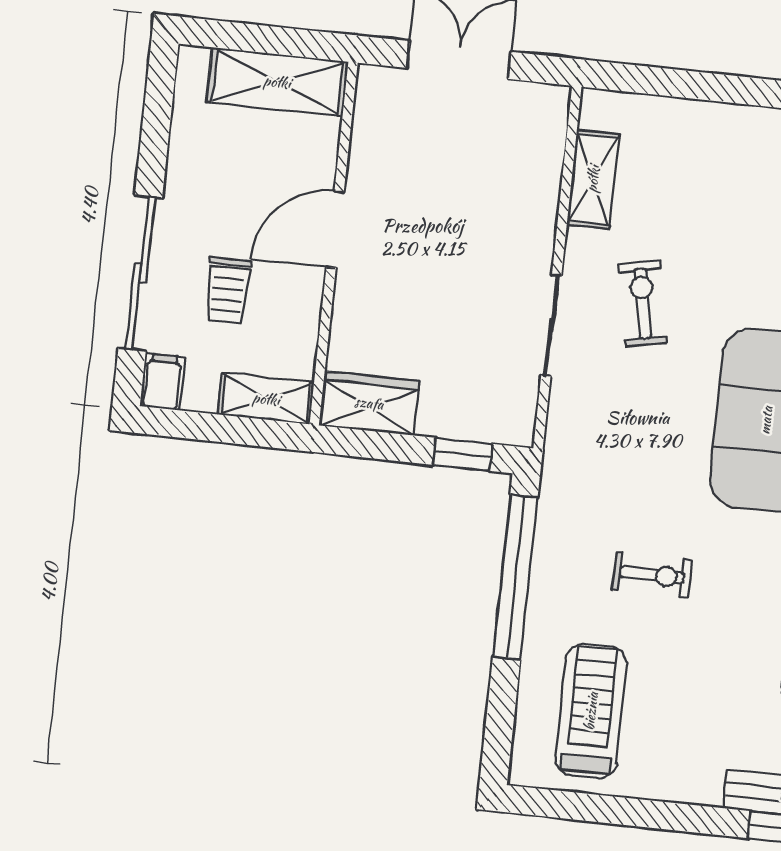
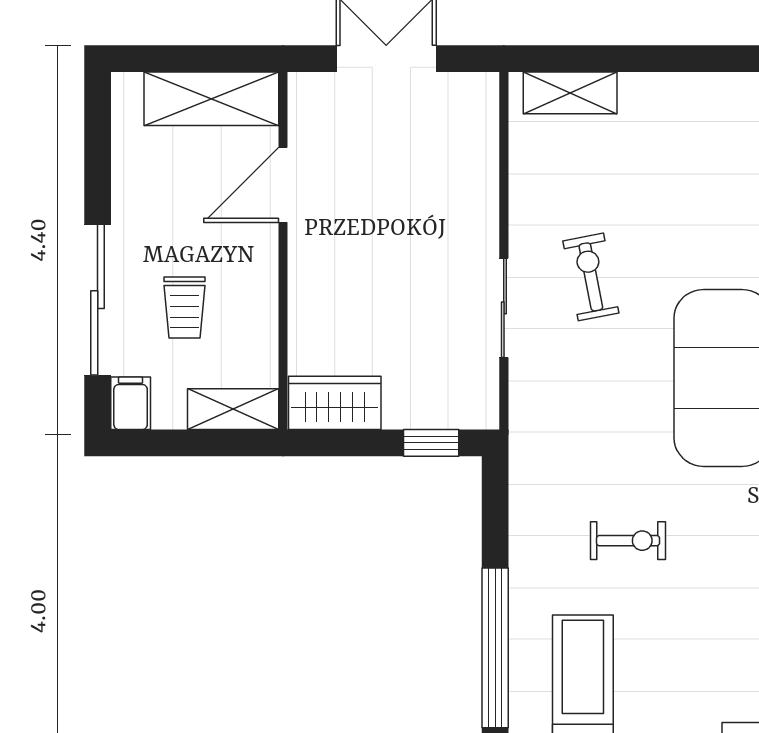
shelving: (593, 179) -> (570, 93), moved, turned 90
door: (335, 229) -> (283, 185), moved
window: (515, 577) -> (495, 648), moved

